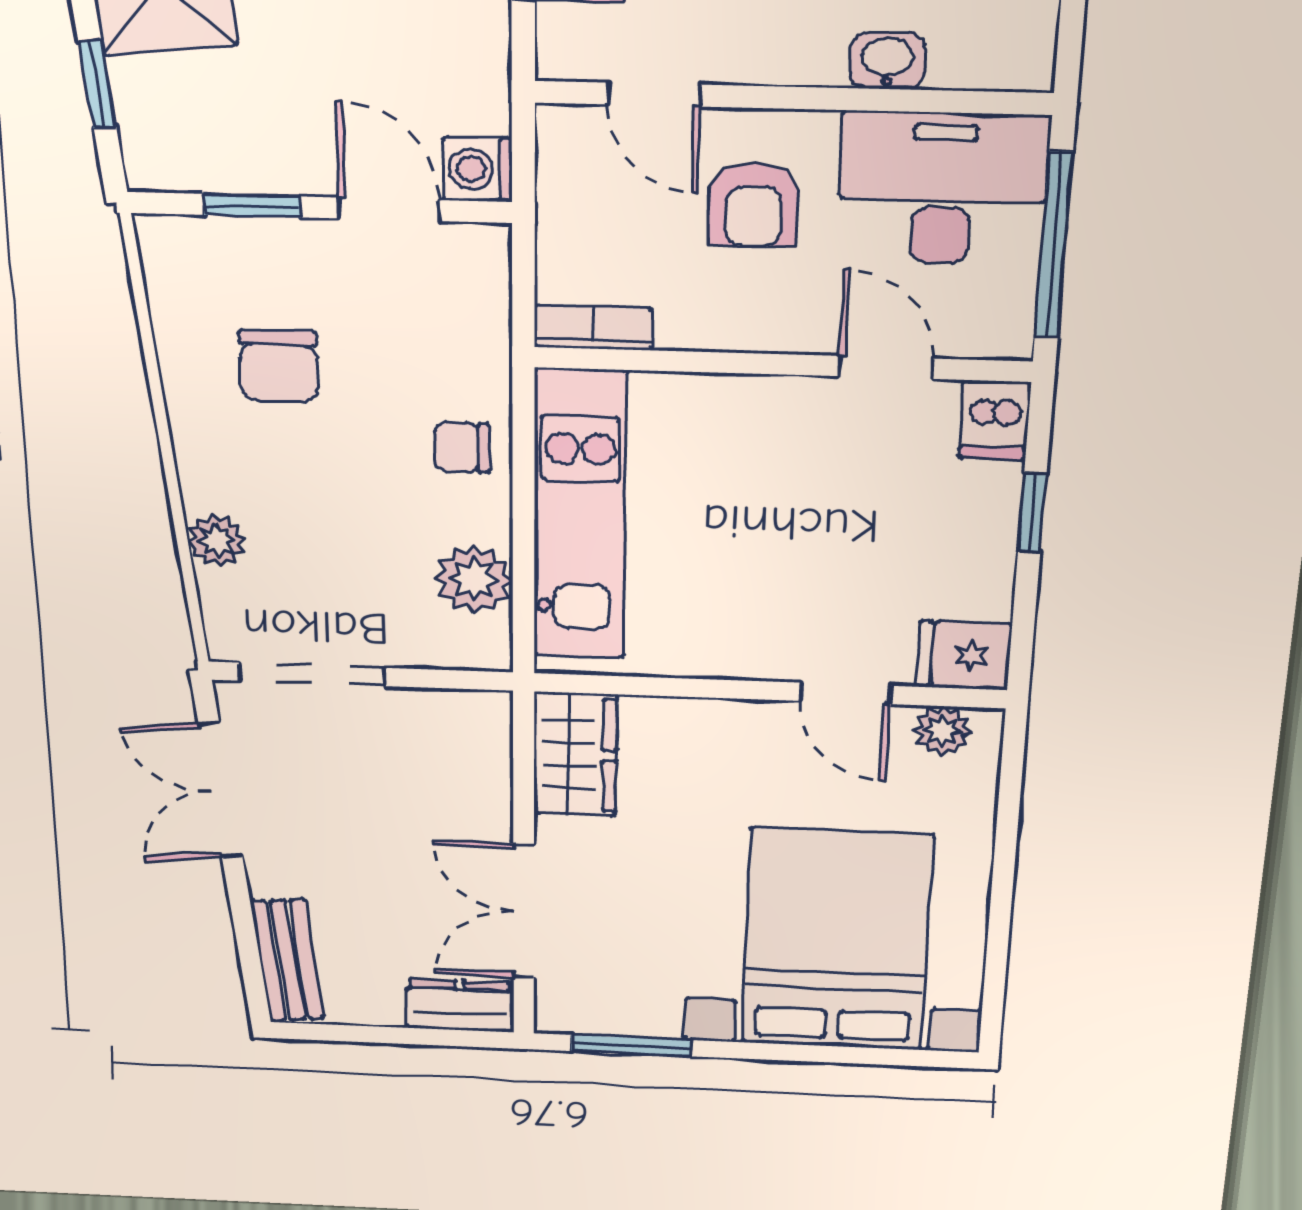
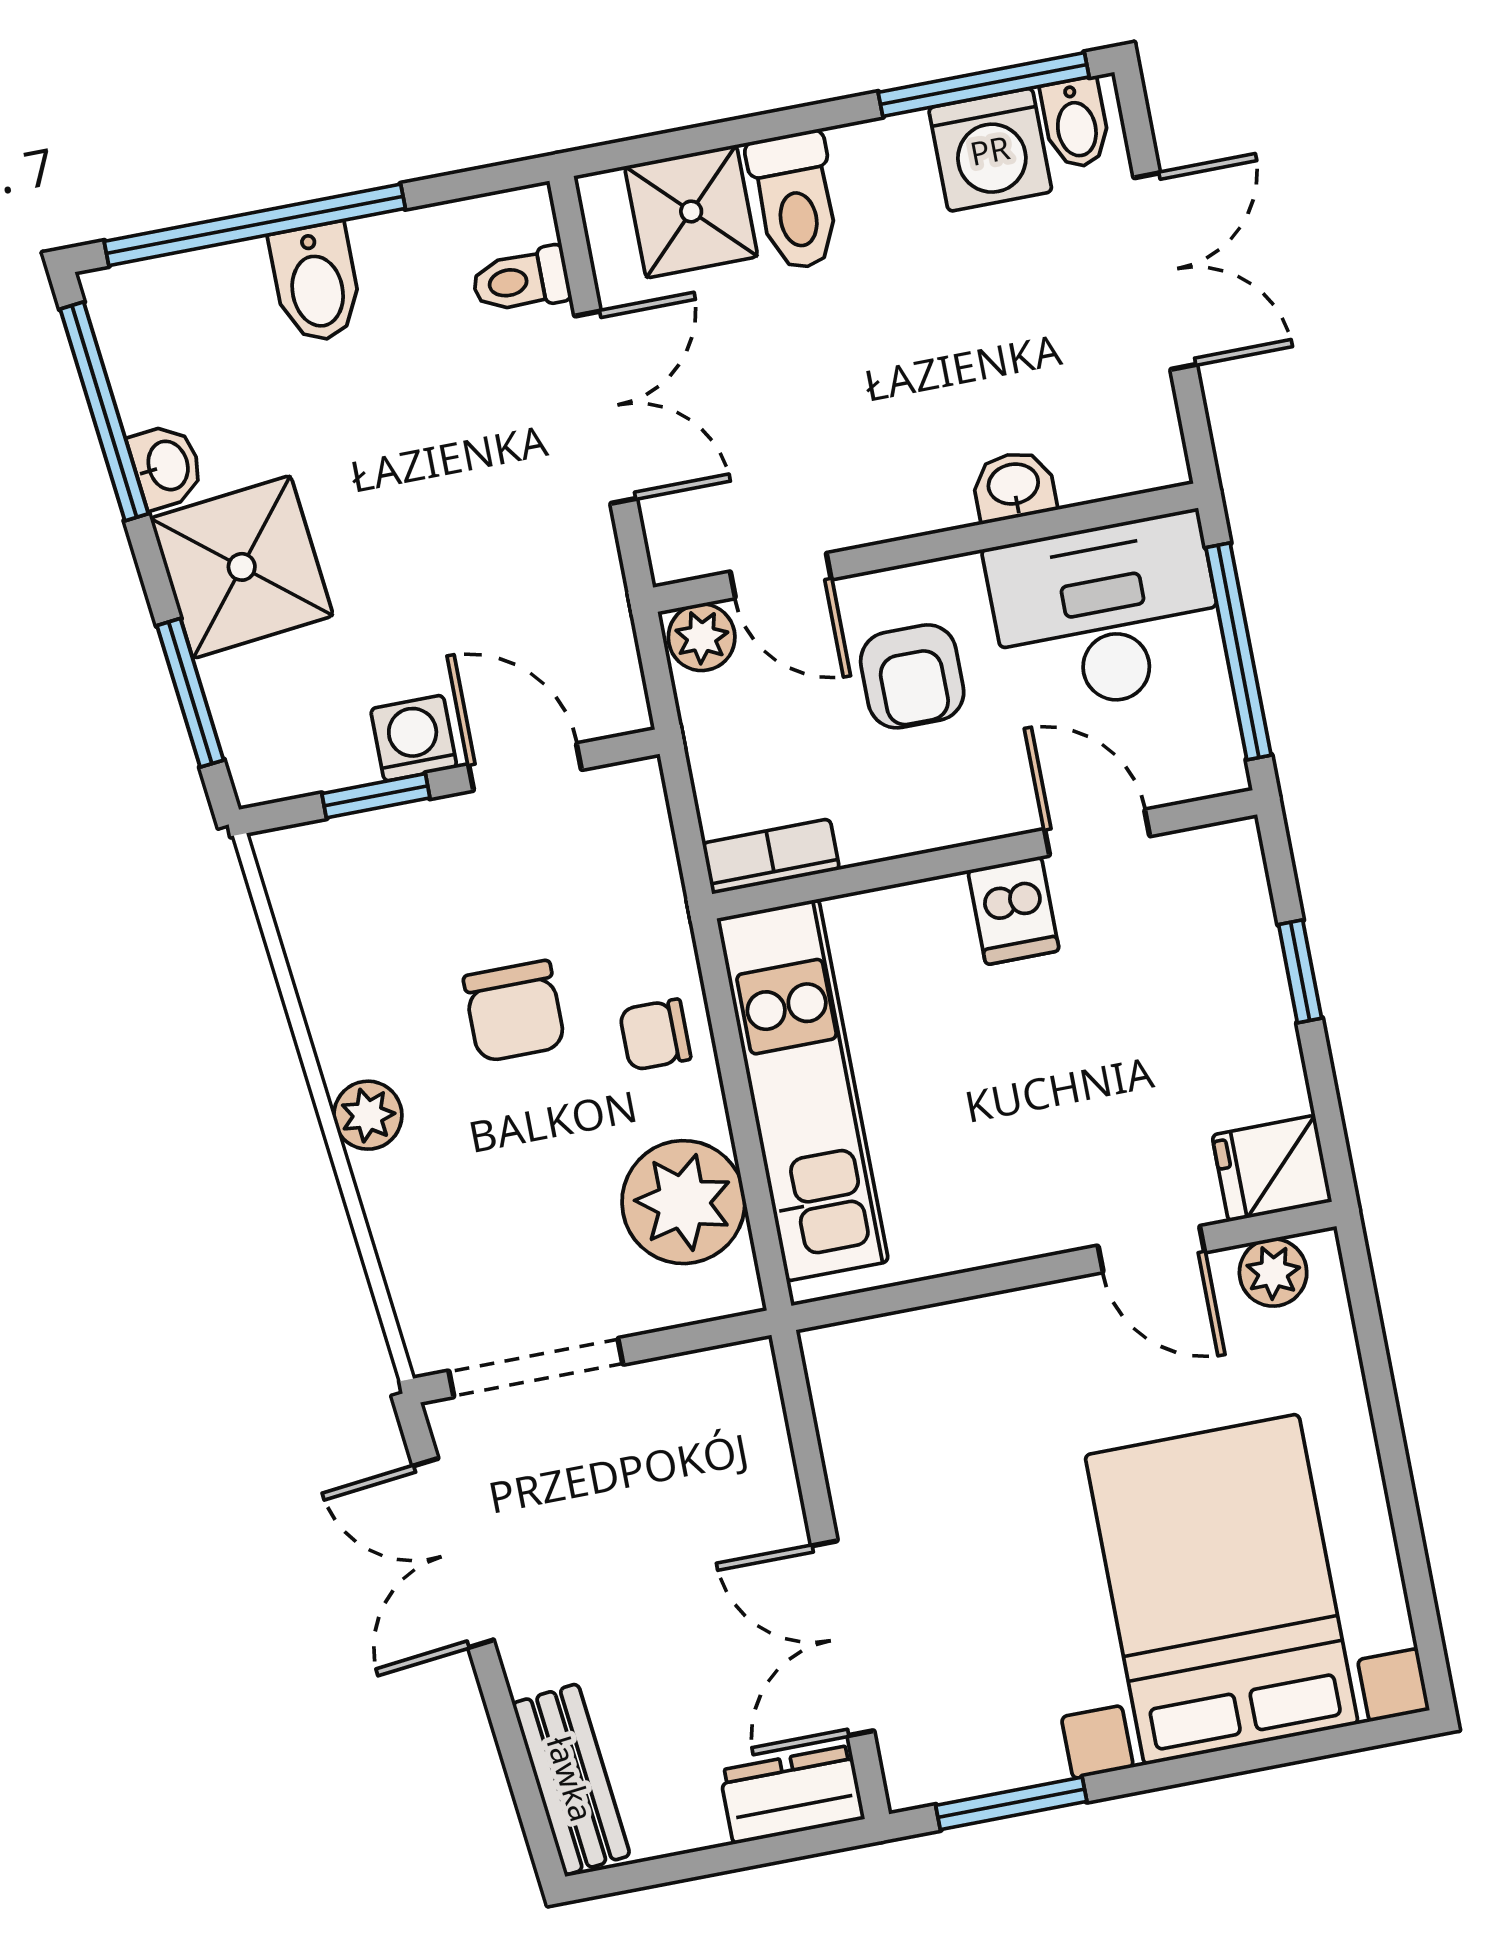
window: (97, 84) -> (190, 693), width x1.50
plant: (570, 133) -> (702, 637), added
washing machine: (478, 169) -> (414, 738), moved, turned 90
chair: (279, 366) -> (514, 1011), moved
dishwasher: (994, 420) -> (1013, 910), moved
plant: (217, 541) -> (368, 1115), moved
plant: (474, 579) -> (683, 1202), width x1.36, depth x1.36
wardrobe: (575, 754) -> (860, 1404), removed

